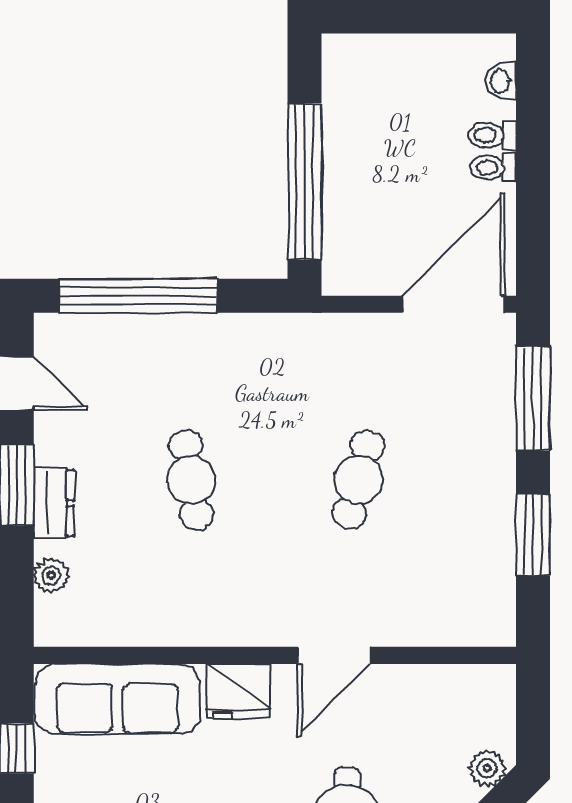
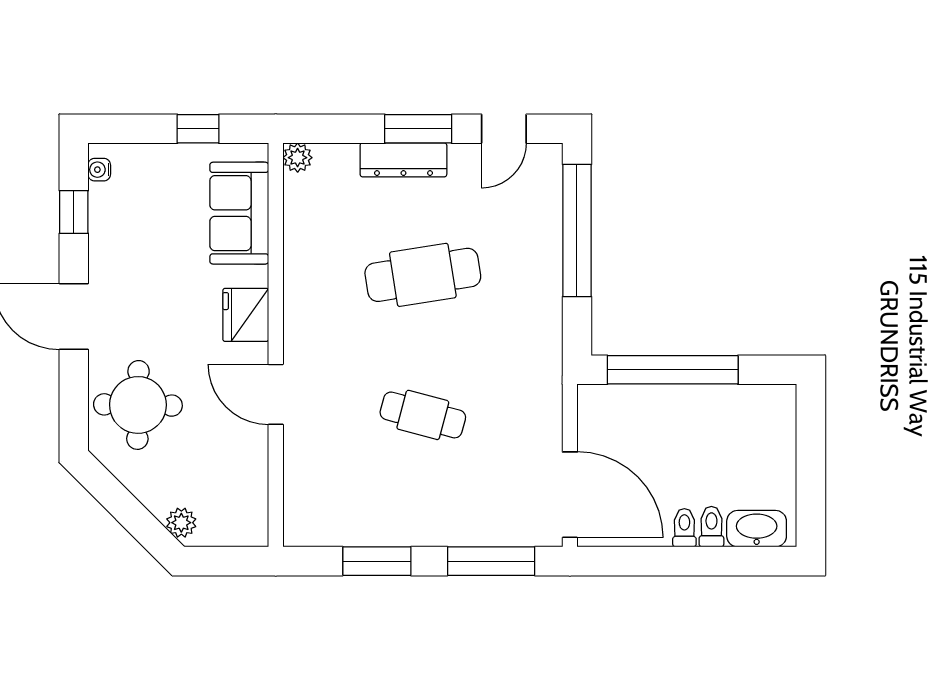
washbasin: (501, 81) -> (757, 529), width x1.91, depth x1.45
cafe table: (191, 480) -> (423, 275), width x1.37, depth x1.35
dresser: (54, 503) -> (403, 160), width x1.44
plant: (51, 576) -> (298, 158), moved
sofa: (117, 699) -> (239, 213), width x0.73

